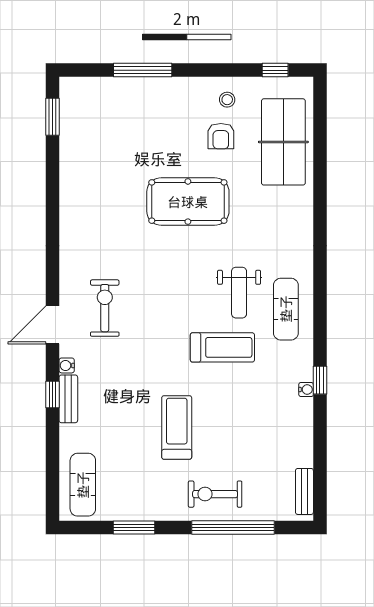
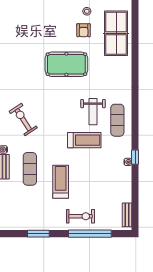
exercise bike: (105, 308) -> (23, 120), turned -33
exercise mat: (83, 485) -> (30, 169), moved
exercise bike: (215, 494) -> (81, 216), turned 180

